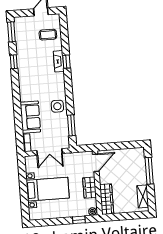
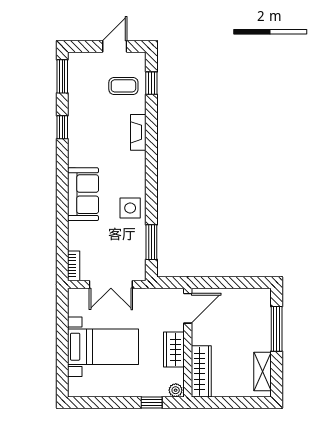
window: (66, 62) -> (151, 83), moved
sofa: (30, 117) -> (83, 194), moved

